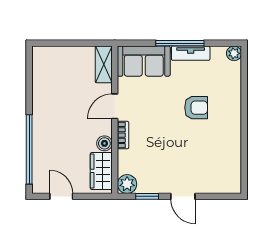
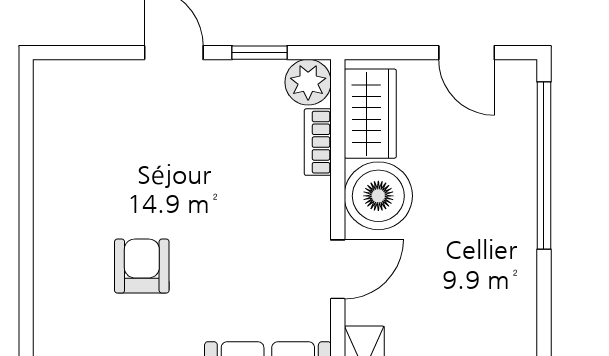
armchair: (196, 108) -> (142, 266), turned 90
bookcase: (123, 135) -> (318, 142), moved
boiler: (104, 143) -> (378, 196), width x1.86, depth x1.86

